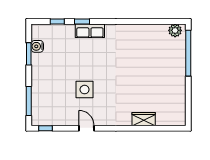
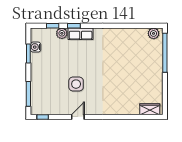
plant: (68, 30) -> (62, 33), added
wardrobe: (144, 119) -> (150, 109), moved
door: (87, 128) -> (78, 117), hinge flipped

